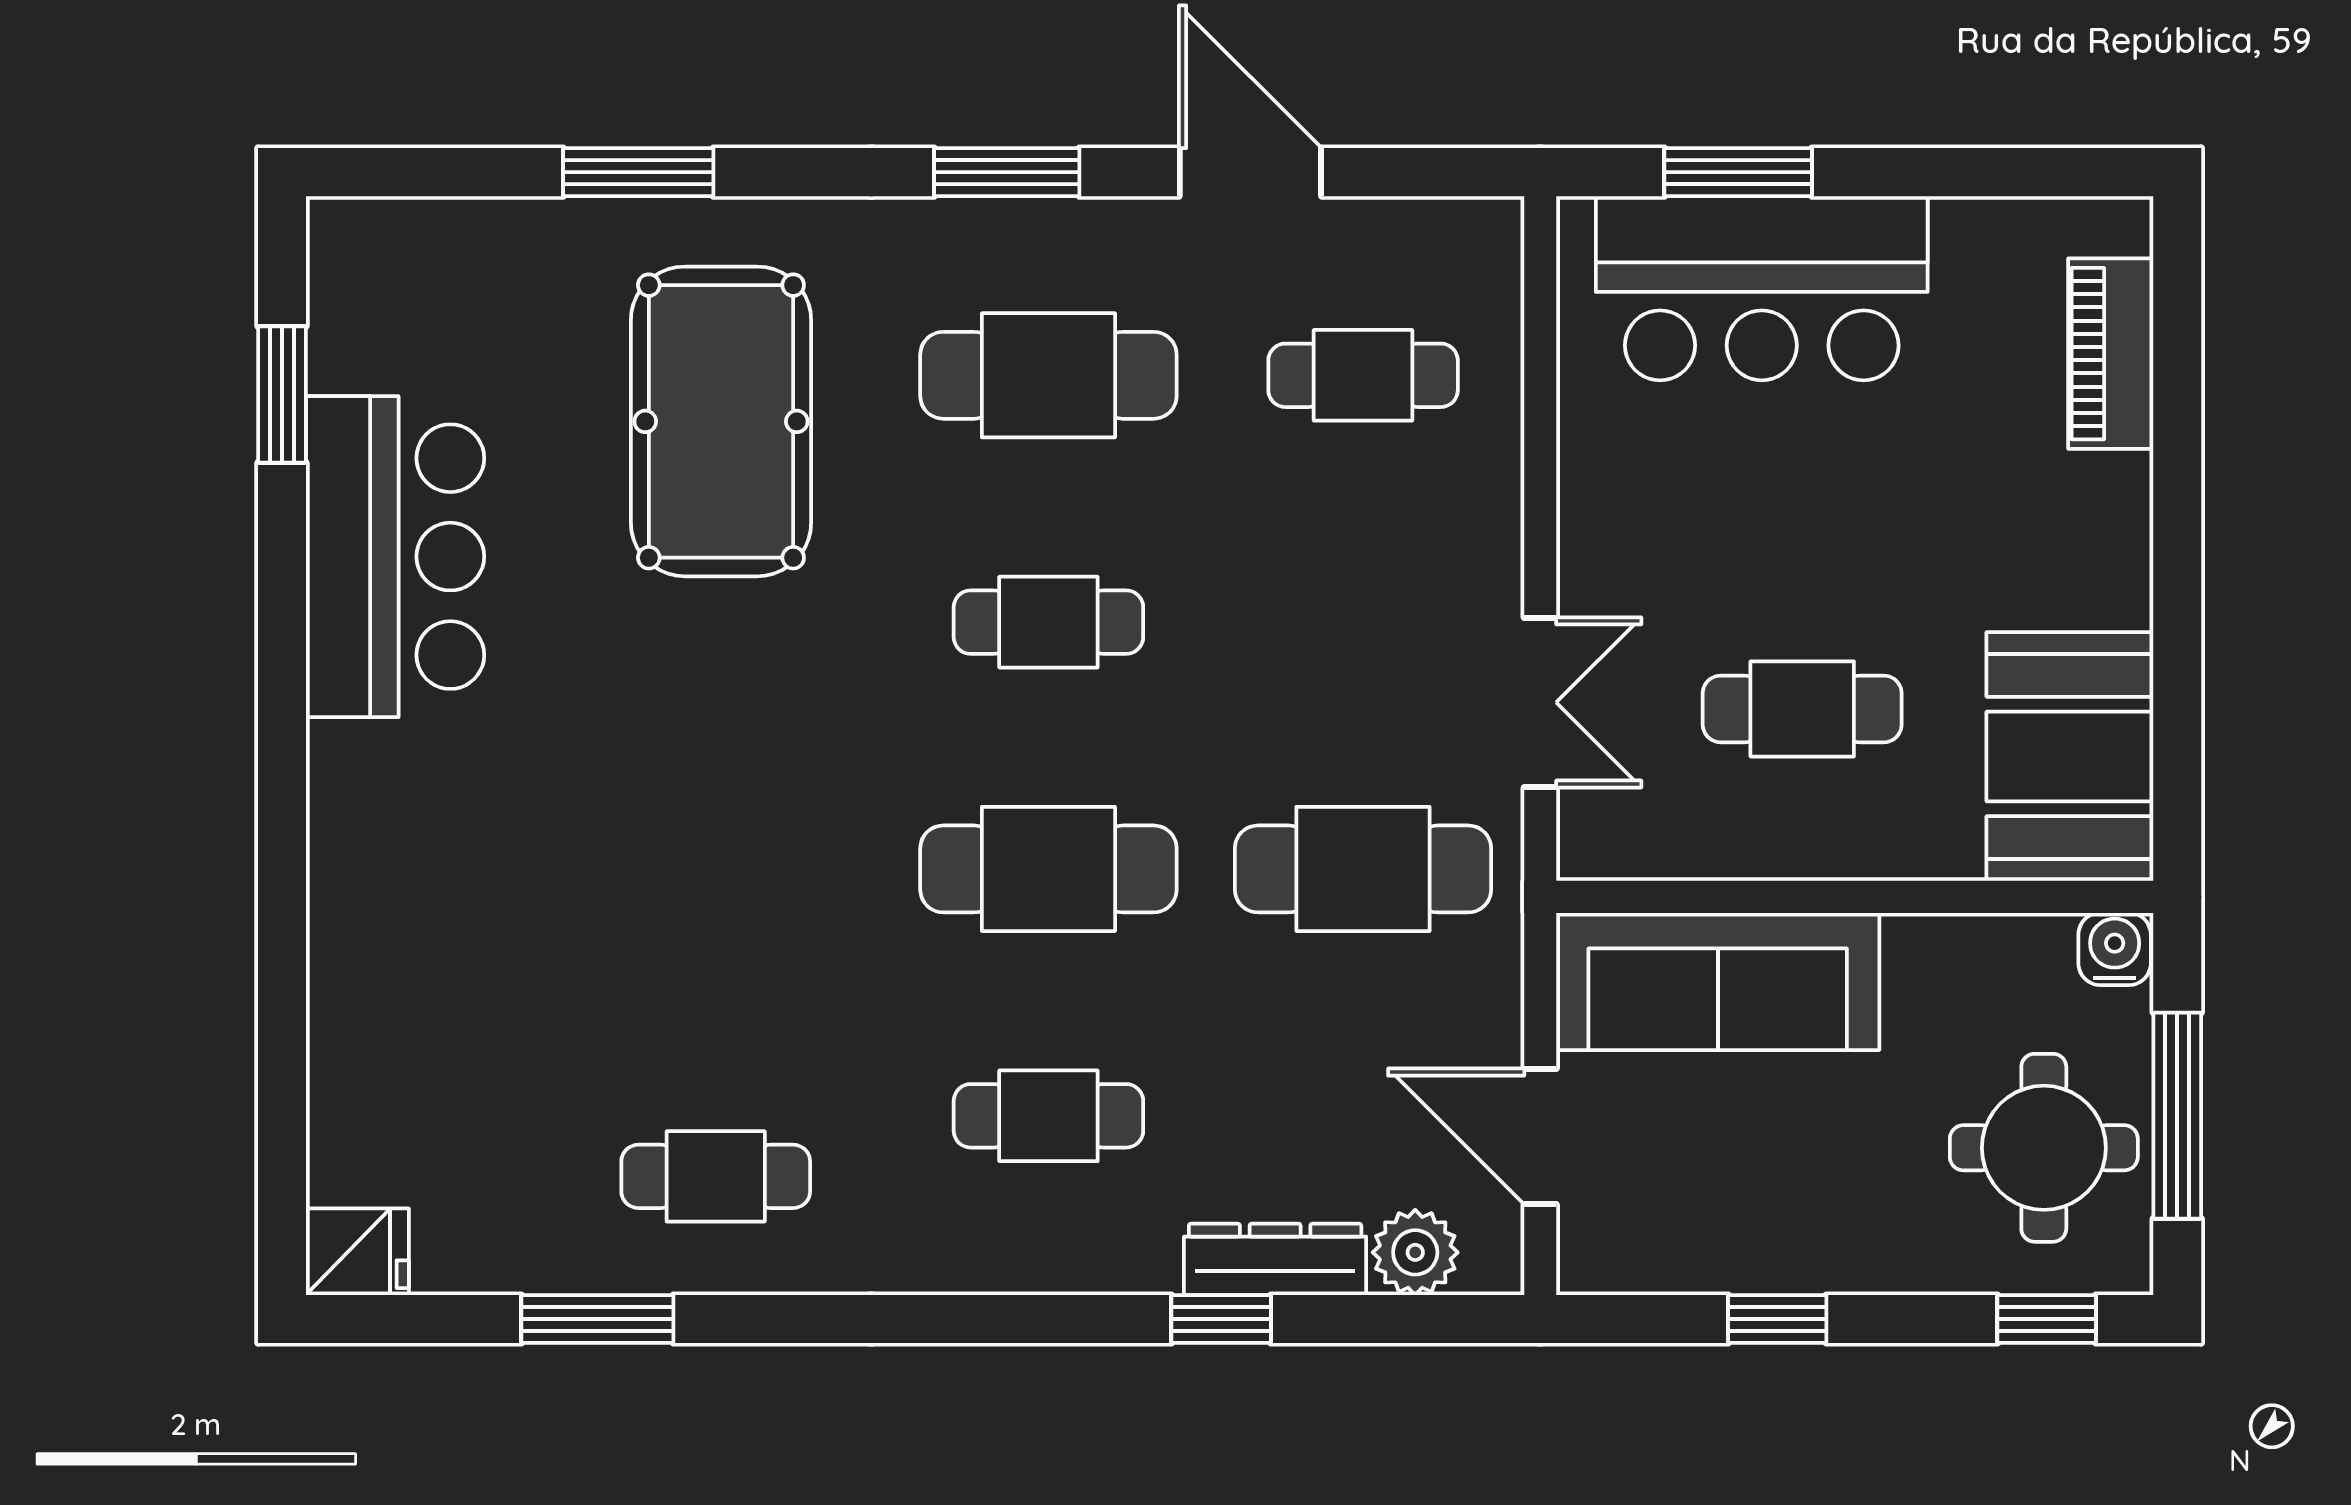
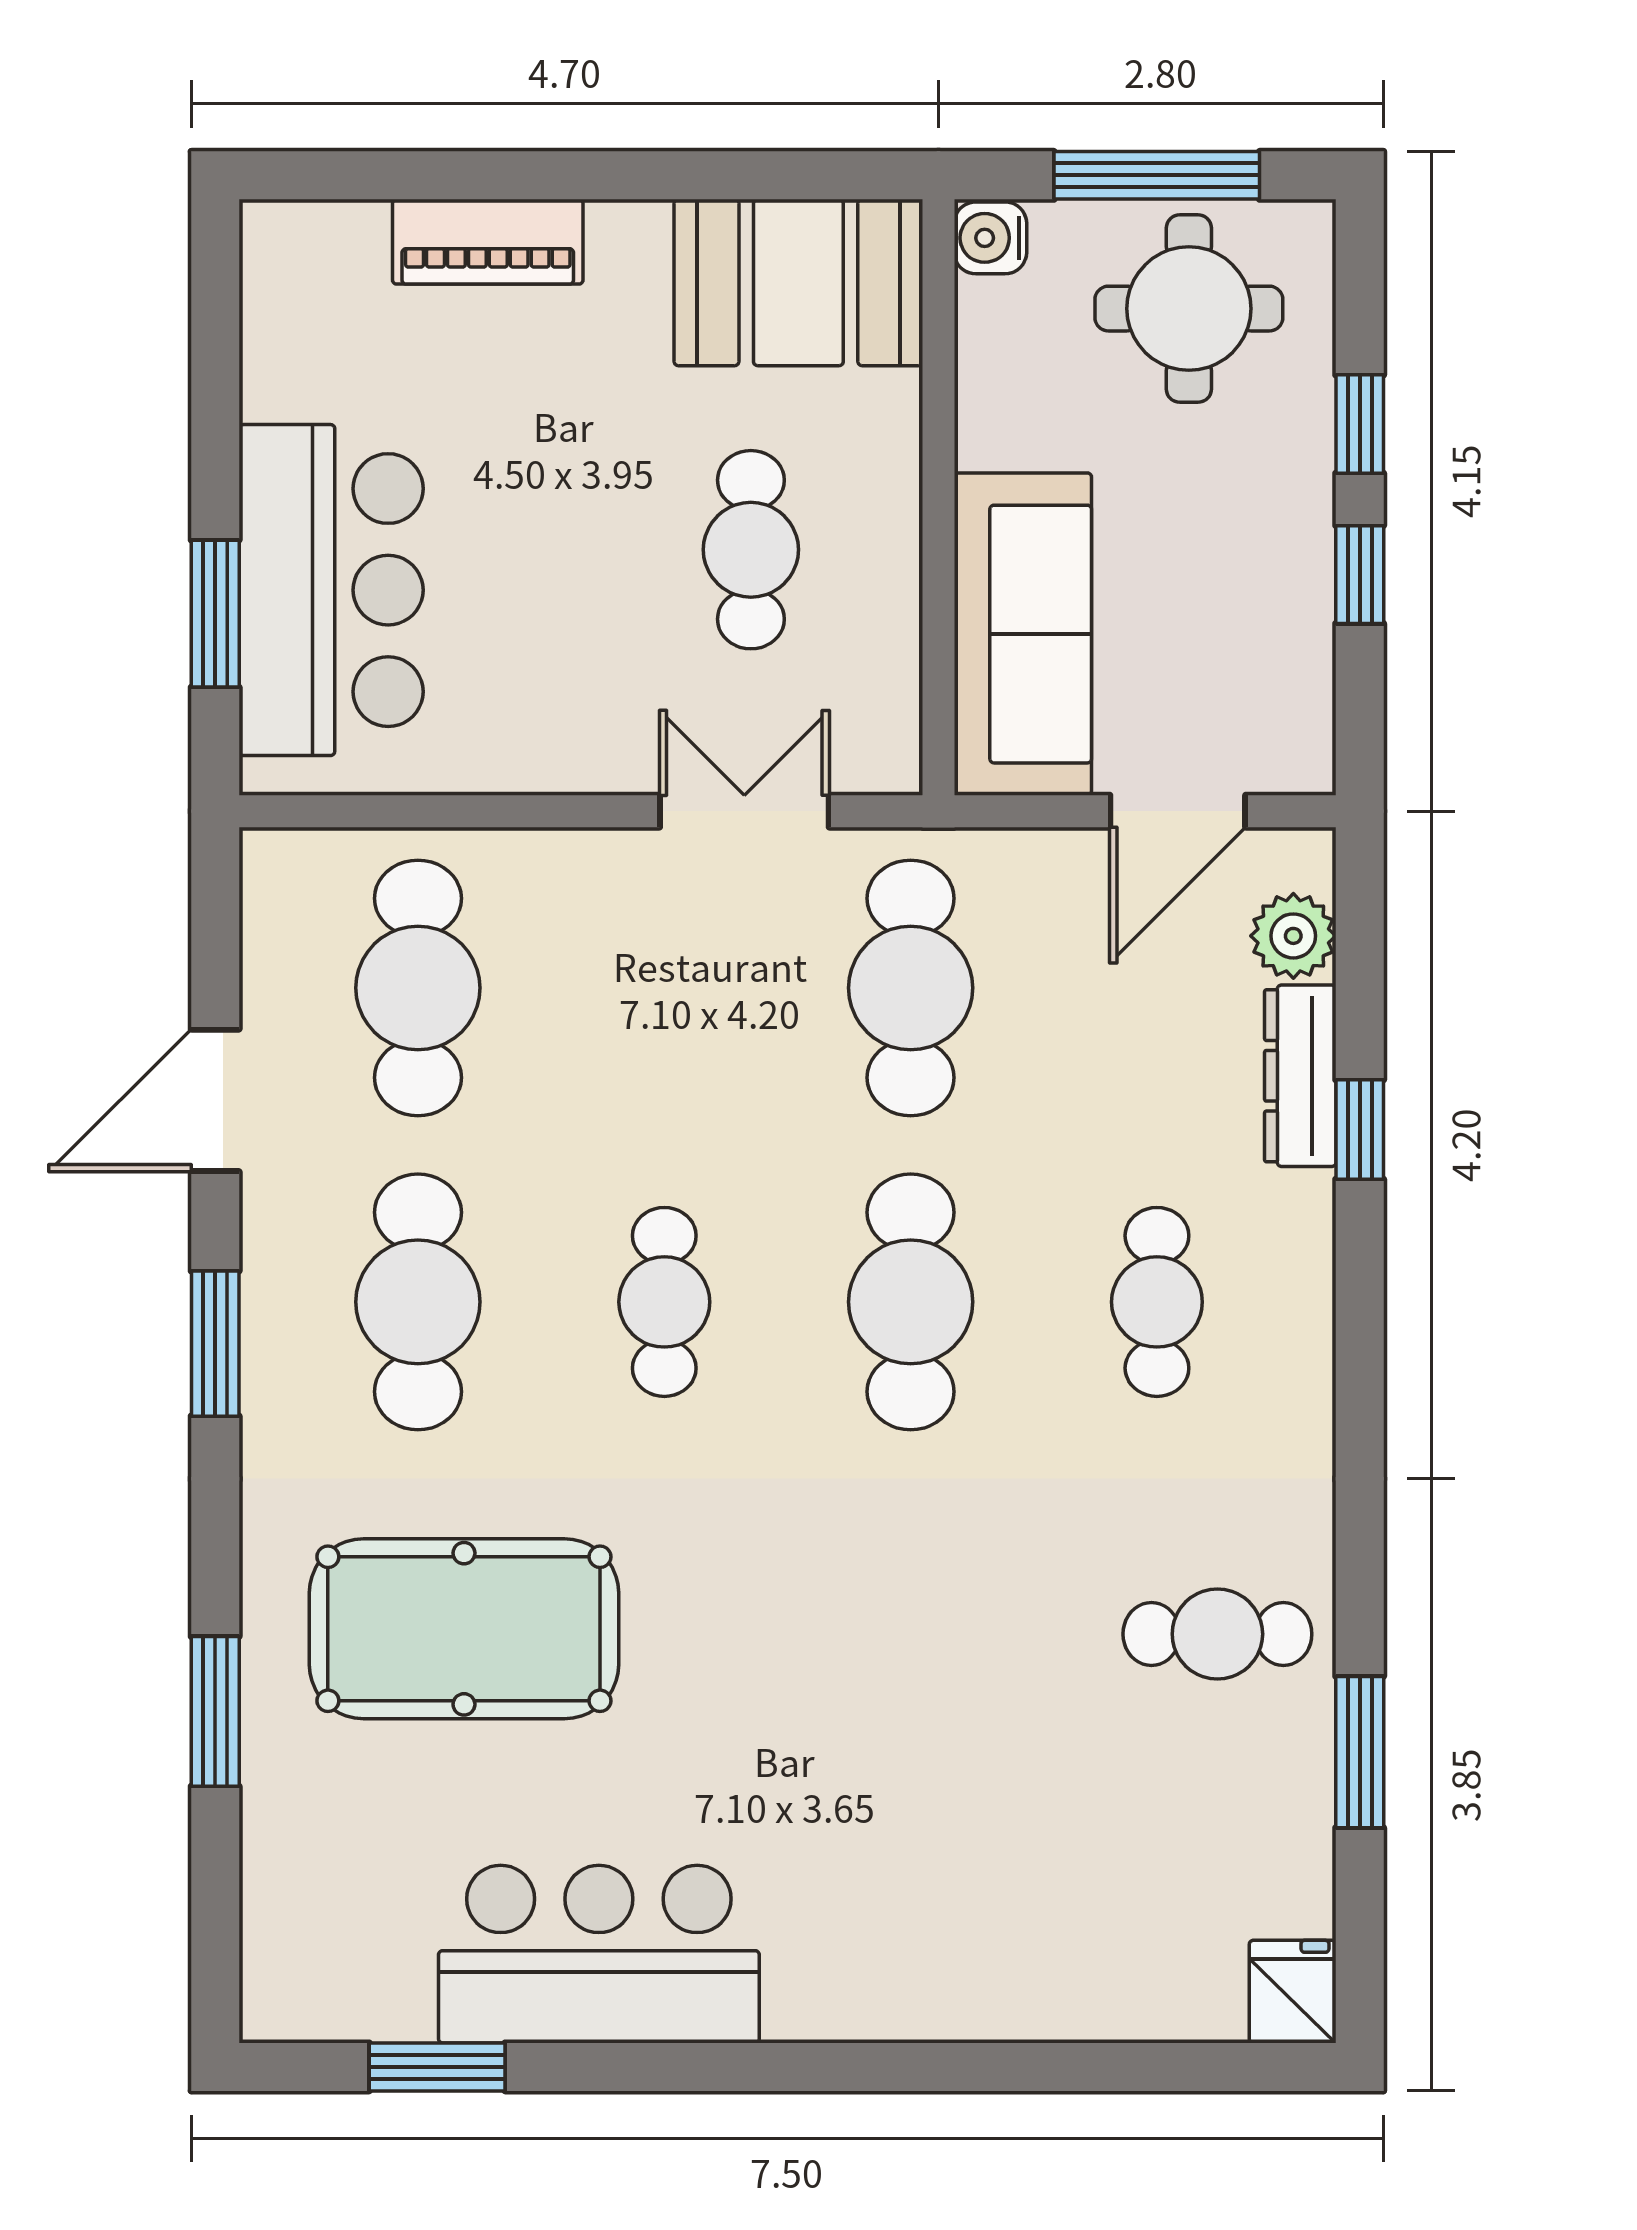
piano: (2111, 354) -> (488, 242), moved
cafe table: (1363, 375) -> (418, 988), width x1.37, depth x1.35
cafe table: (716, 1176) -> (1217, 1634), turned 90
window: (2047, 1319) -> (1360, 424), moved

